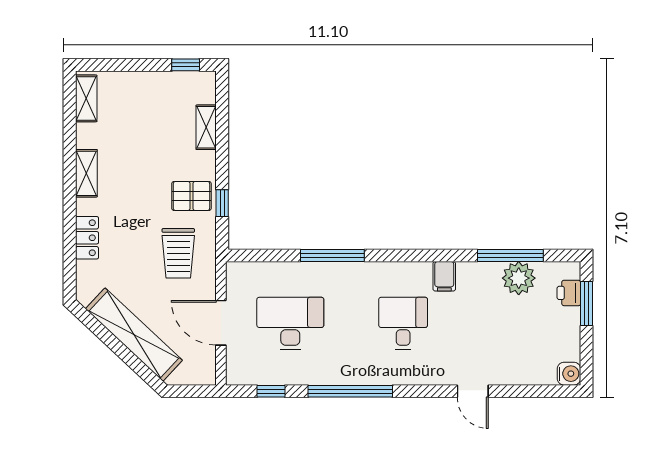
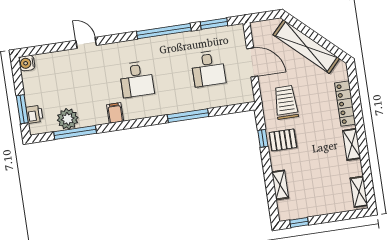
locker: (87, 238) -> (345, 104), width x1.53
desk: (290, 323) -> (208, 69), width x0.73
window: (271, 391) -> (214, 24), width x1.50

